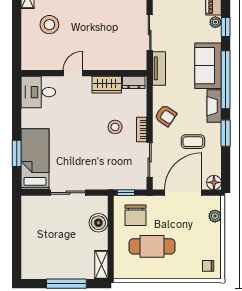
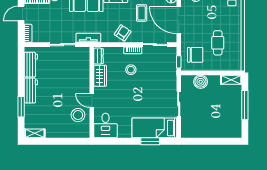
stool: (49, 25) -> (78, 115), moved
cafe table: (152, 246) -> (218, 43), width x0.73, depth x0.74

